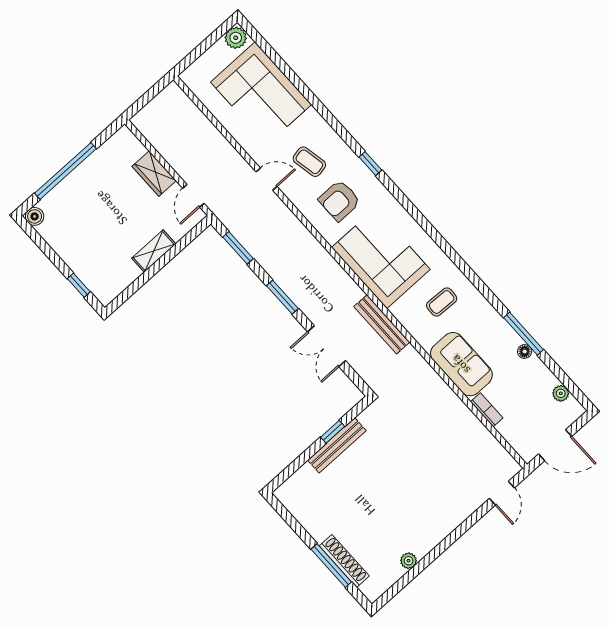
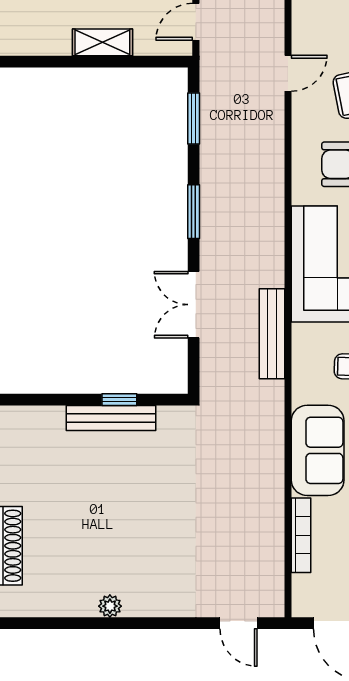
door: (266, 179) -> (288, 73), hinge flipped
bookcase: (487, 410) -> (301, 535), width x1.56
door: (502, 493) -> (238, 623), hinge flipped
plant: (409, 561) -> (110, 606), moved

